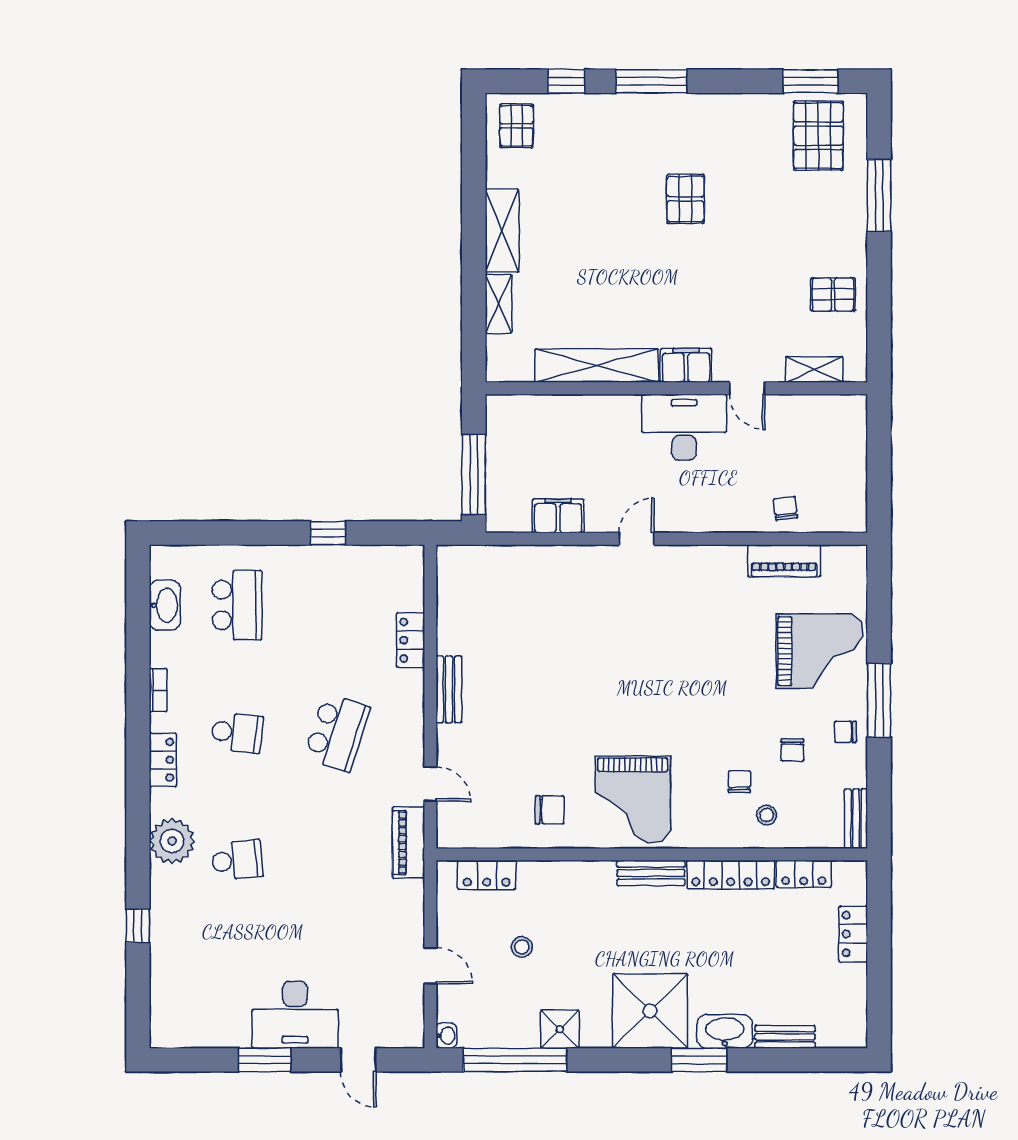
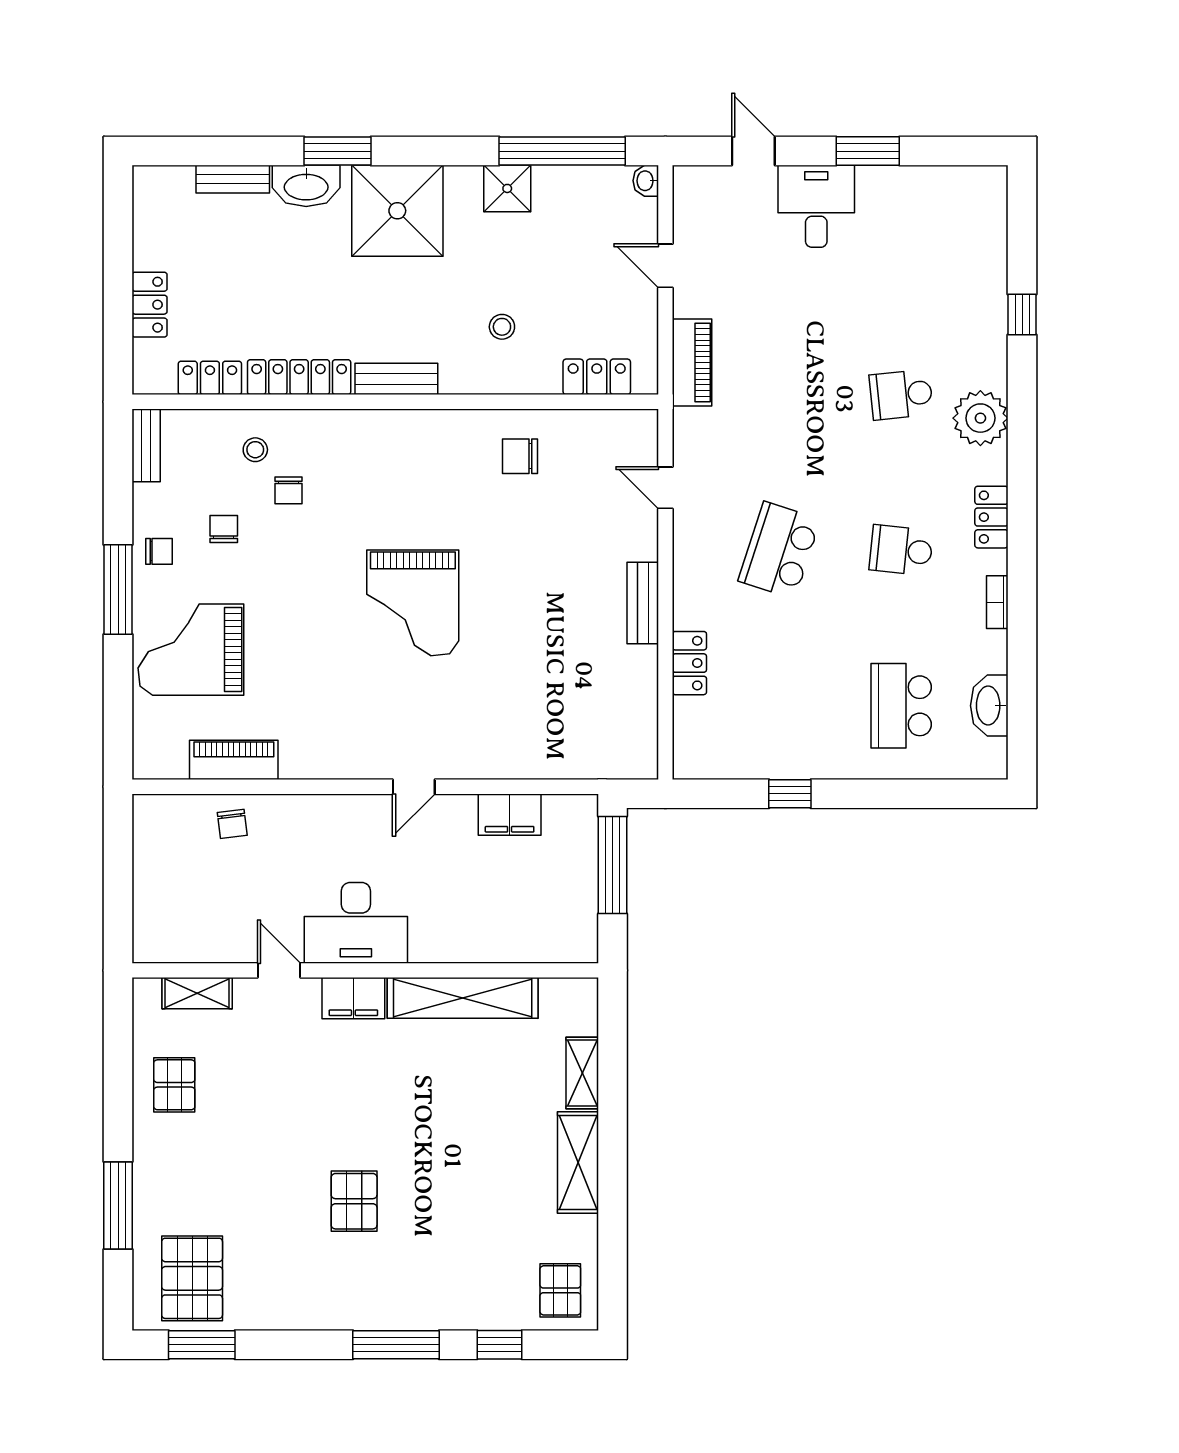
pallet: (833, 294) -> (174, 1085), turned 90
grand piano: (633, 800) -> (413, 603), moved, turned 180
piano: (408, 843) -> (692, 363), moved
stool: (522, 947) -> (502, 327), moved
desk: (295, 1015) -> (816, 206), width x0.73

